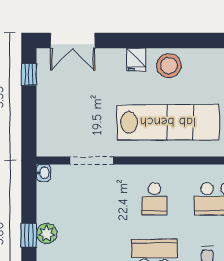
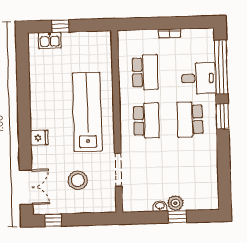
stool: (169, 66) -> (78, 180), moved
washbasin: (43, 173) -> (160, 206), moved
school desk: (154, 199) -> (146, 121), width x1.85

